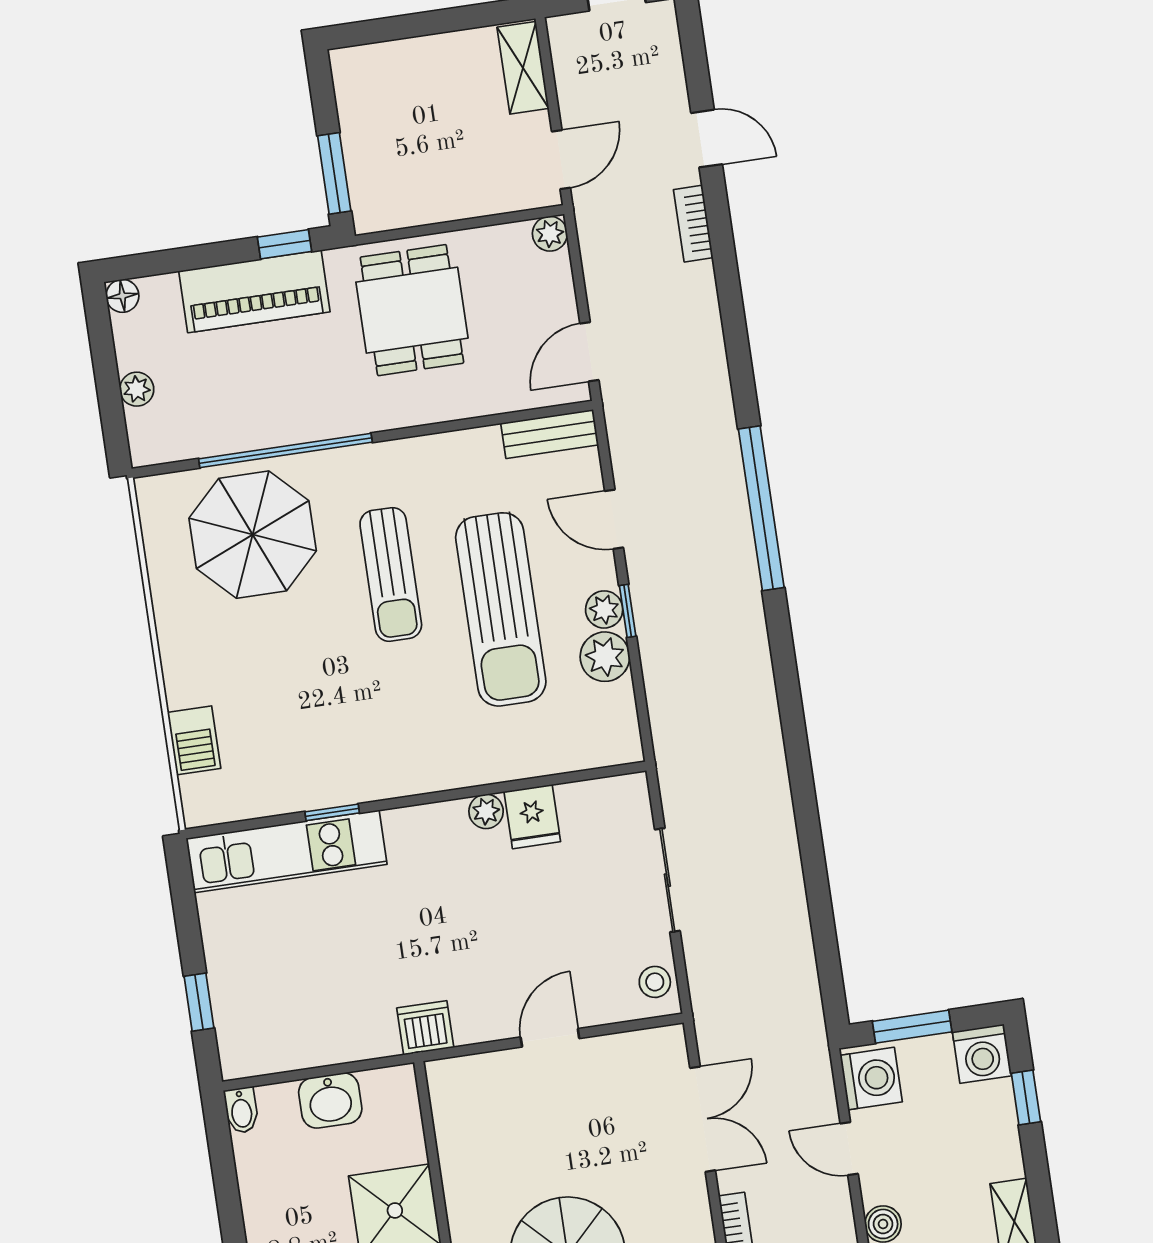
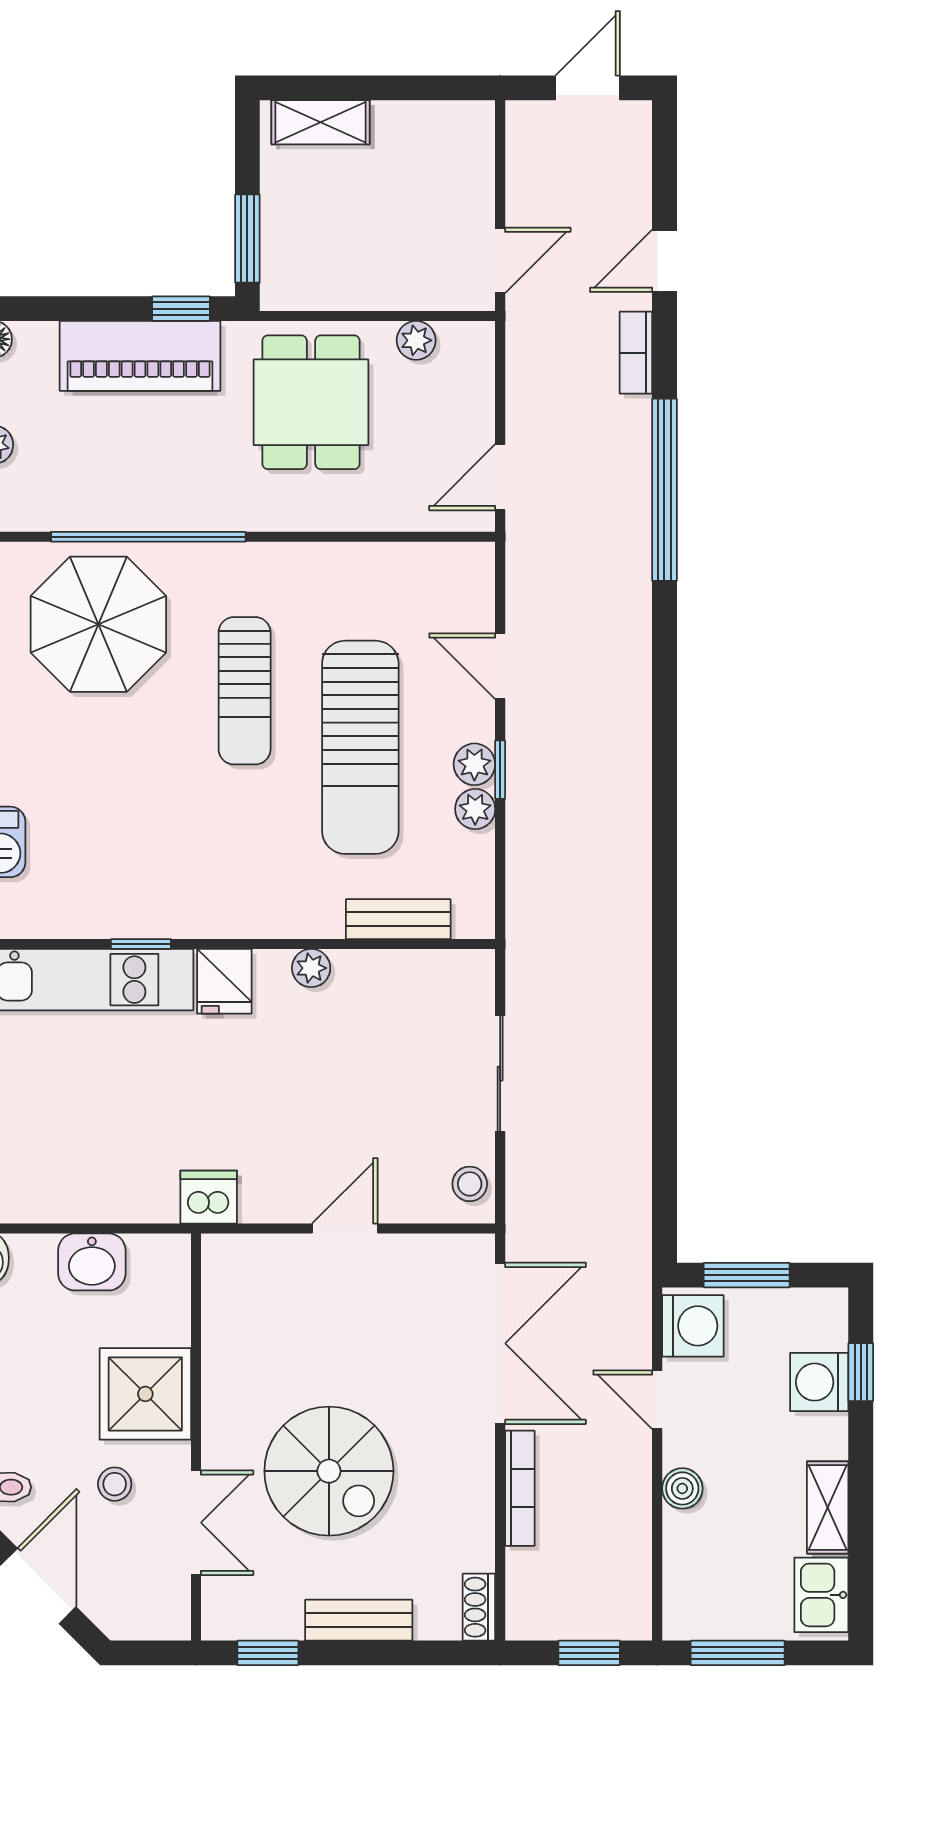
shelving: (523, 68) -> (321, 122), moved, turned 90
door: (707, 139) -> (664, 261), swing flipped
plant: (550, 234) -> (416, 340), moved
bench: (550, 434) -> (398, 919), moved
window: (761, 508) -> (664, 490), moved
plant: (605, 657) -> (475, 809), width x0.73, depth x0.73
fridge: (532, 817) -> (224, 981), moved
washing machine: (982, 1054) -> (819, 1382), moved, turned 90
double door: (703, 1119) -> (500, 1343), width x1.37

